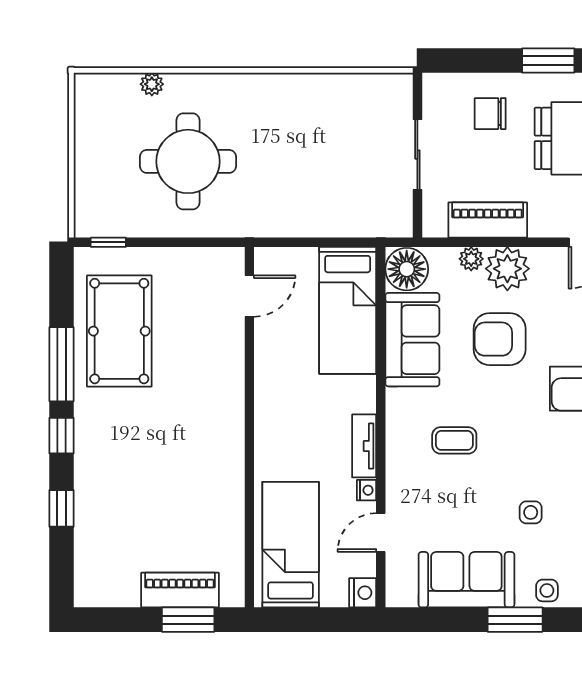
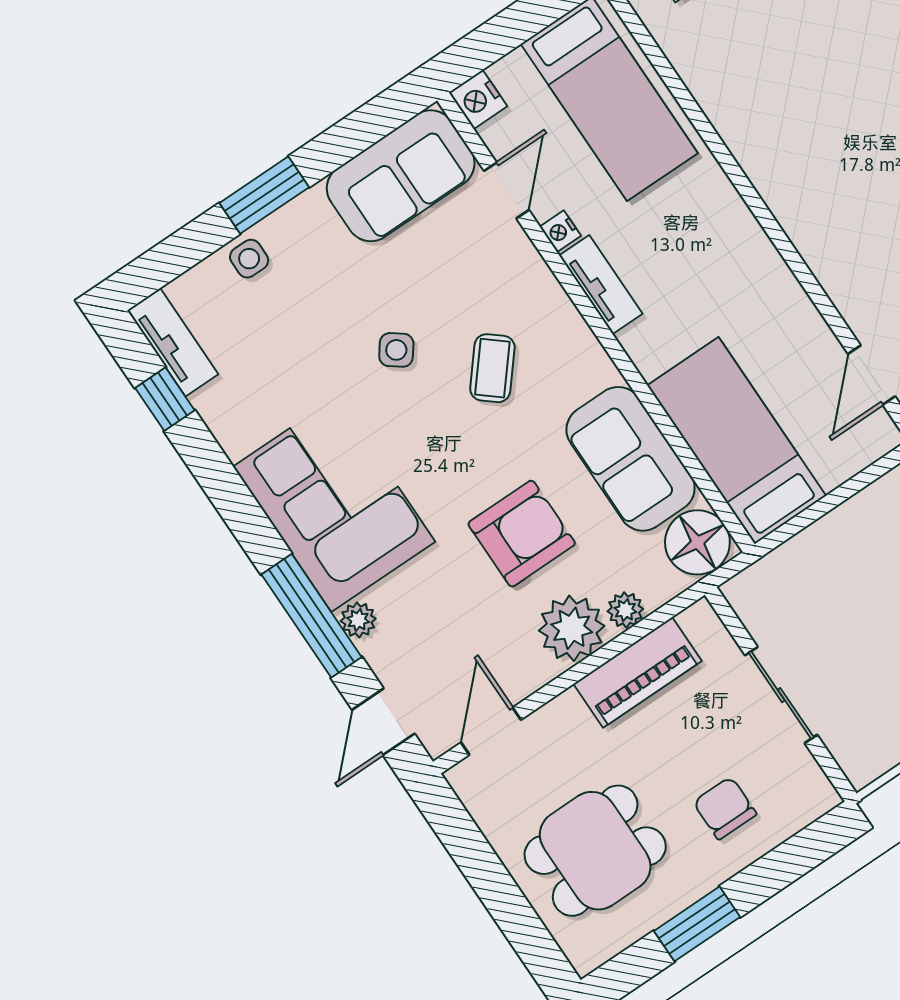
chair: (490, 114) -> (725, 808), turned -90
coffee table: (454, 440) -> (492, 368), turned -50
side table: (531, 512) -> (396, 350), moved, turned 37
sofa: (466, 580) -> (401, 176), moved

